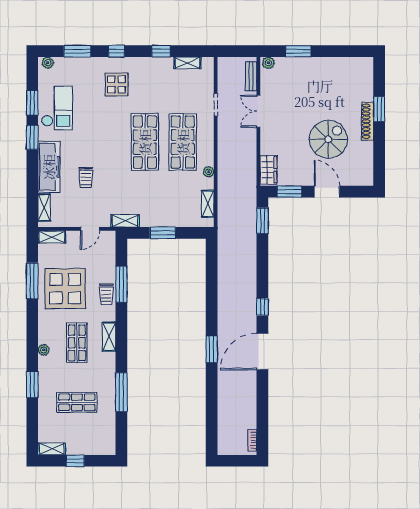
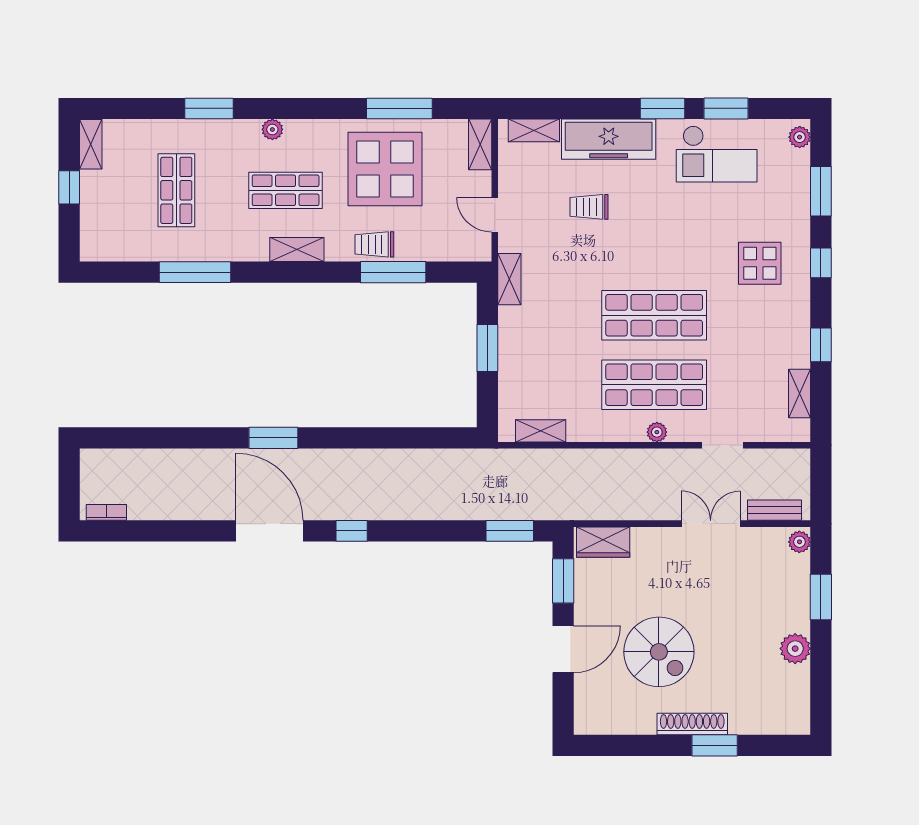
plant: (326, 65) -> (795, 649), added
plant: (209, 172) -> (657, 432), moved

